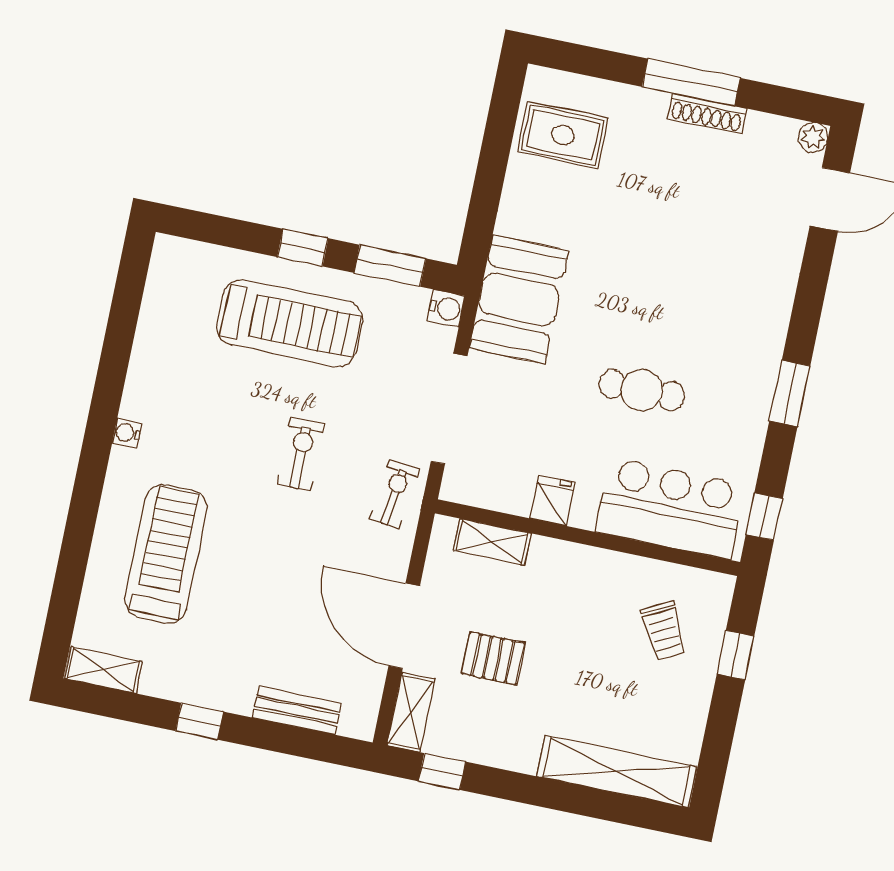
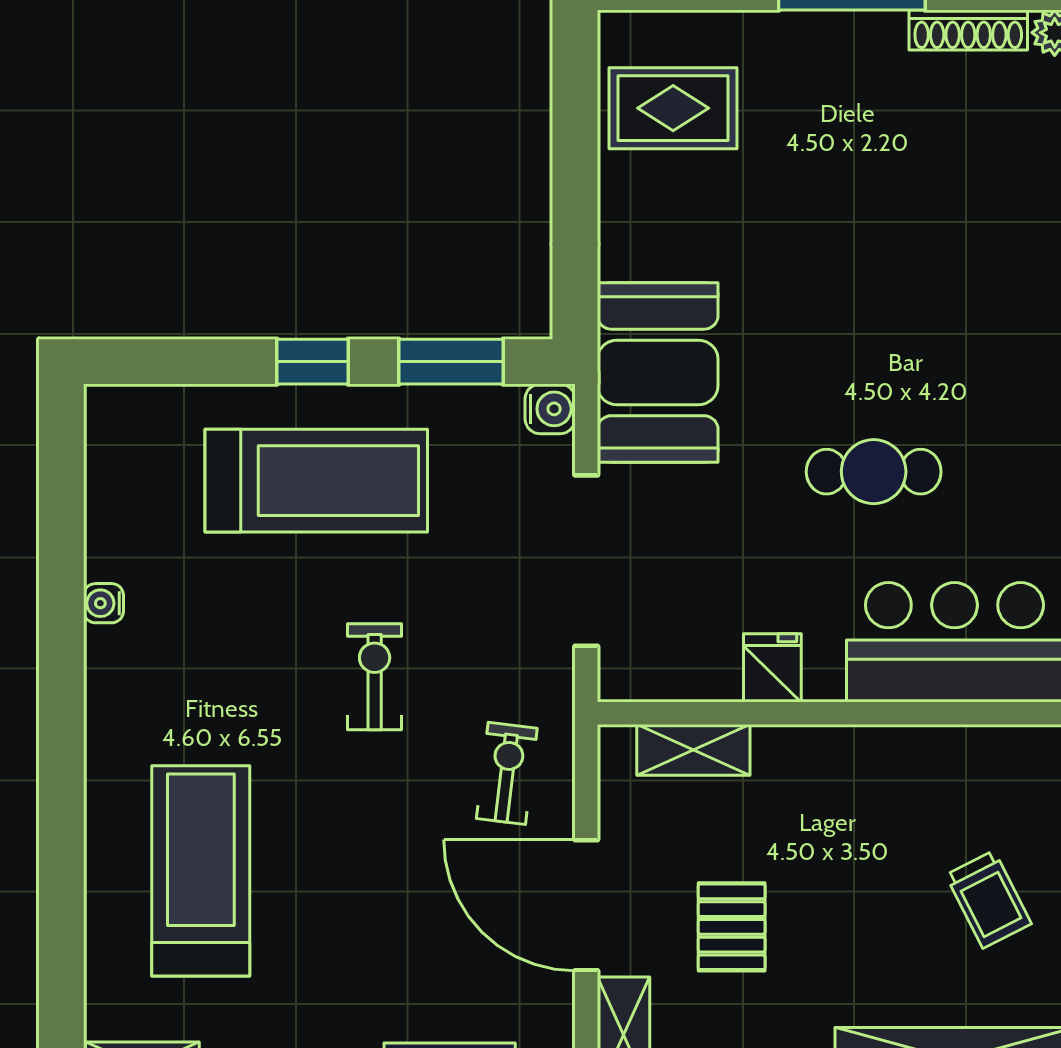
shoe rack: (707, 114) -> (968, 30), moved
water cooler: (127, 433) -> (104, 603), moved
exercise bike: (394, 494) -> (507, 773), moved
trolley: (664, 631) -> (988, 899), moved
pallet: (493, 658) -> (732, 927), turned 90

